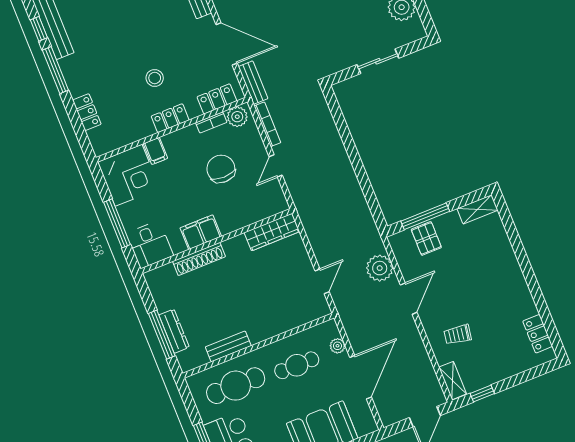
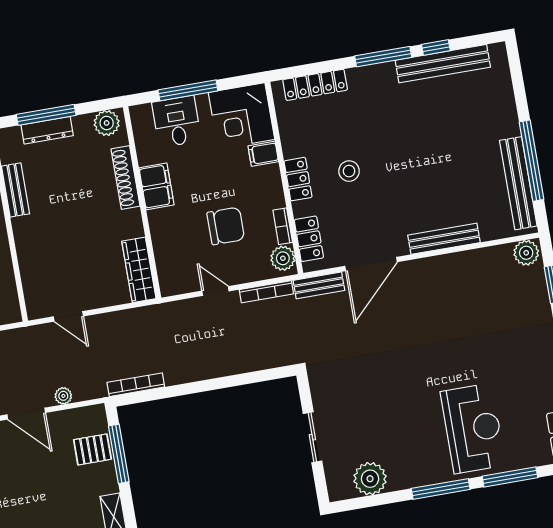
locker: (87, 112) -> (315, 85), width x1.53
bookcase: (366, 214) -> (136, 385), added
desk: (150, 245) -> (177, 121), moved, turned 90
plant: (380, 268) -> (63, 396), width x0.53, depth x0.53
plant: (158, 284) -> (107, 123), added

